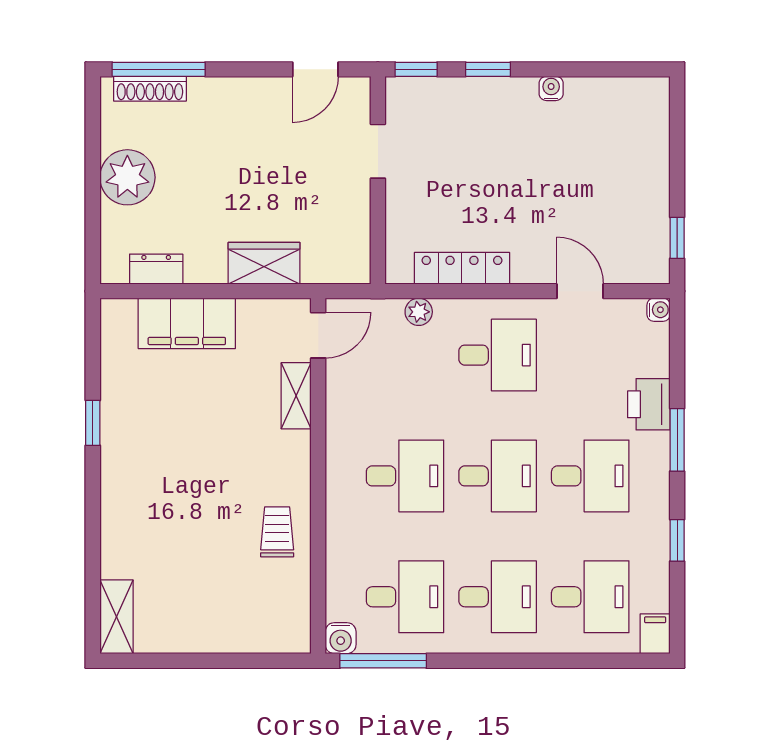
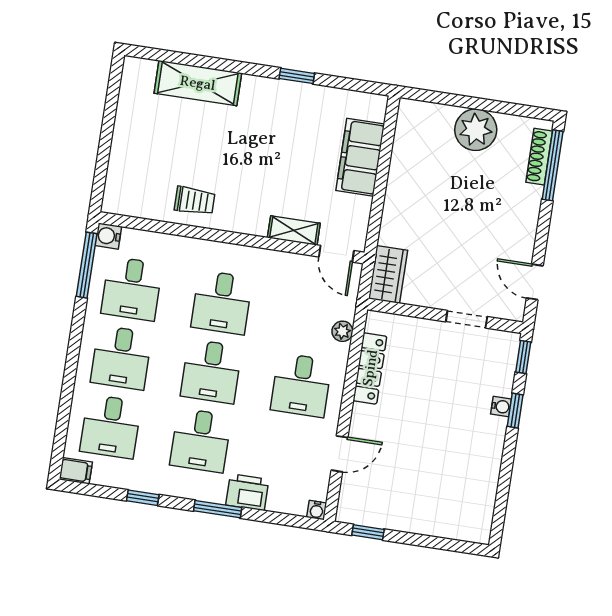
water cooler: (551, 88) -> (501, 407), moved
wardrobe: (264, 263) -> (388, 275), moved
dresser: (156, 269) -> (404, 141), removed
shelving: (116, 617) -> (198, 83), moved, width x1.50, depth x1.33

